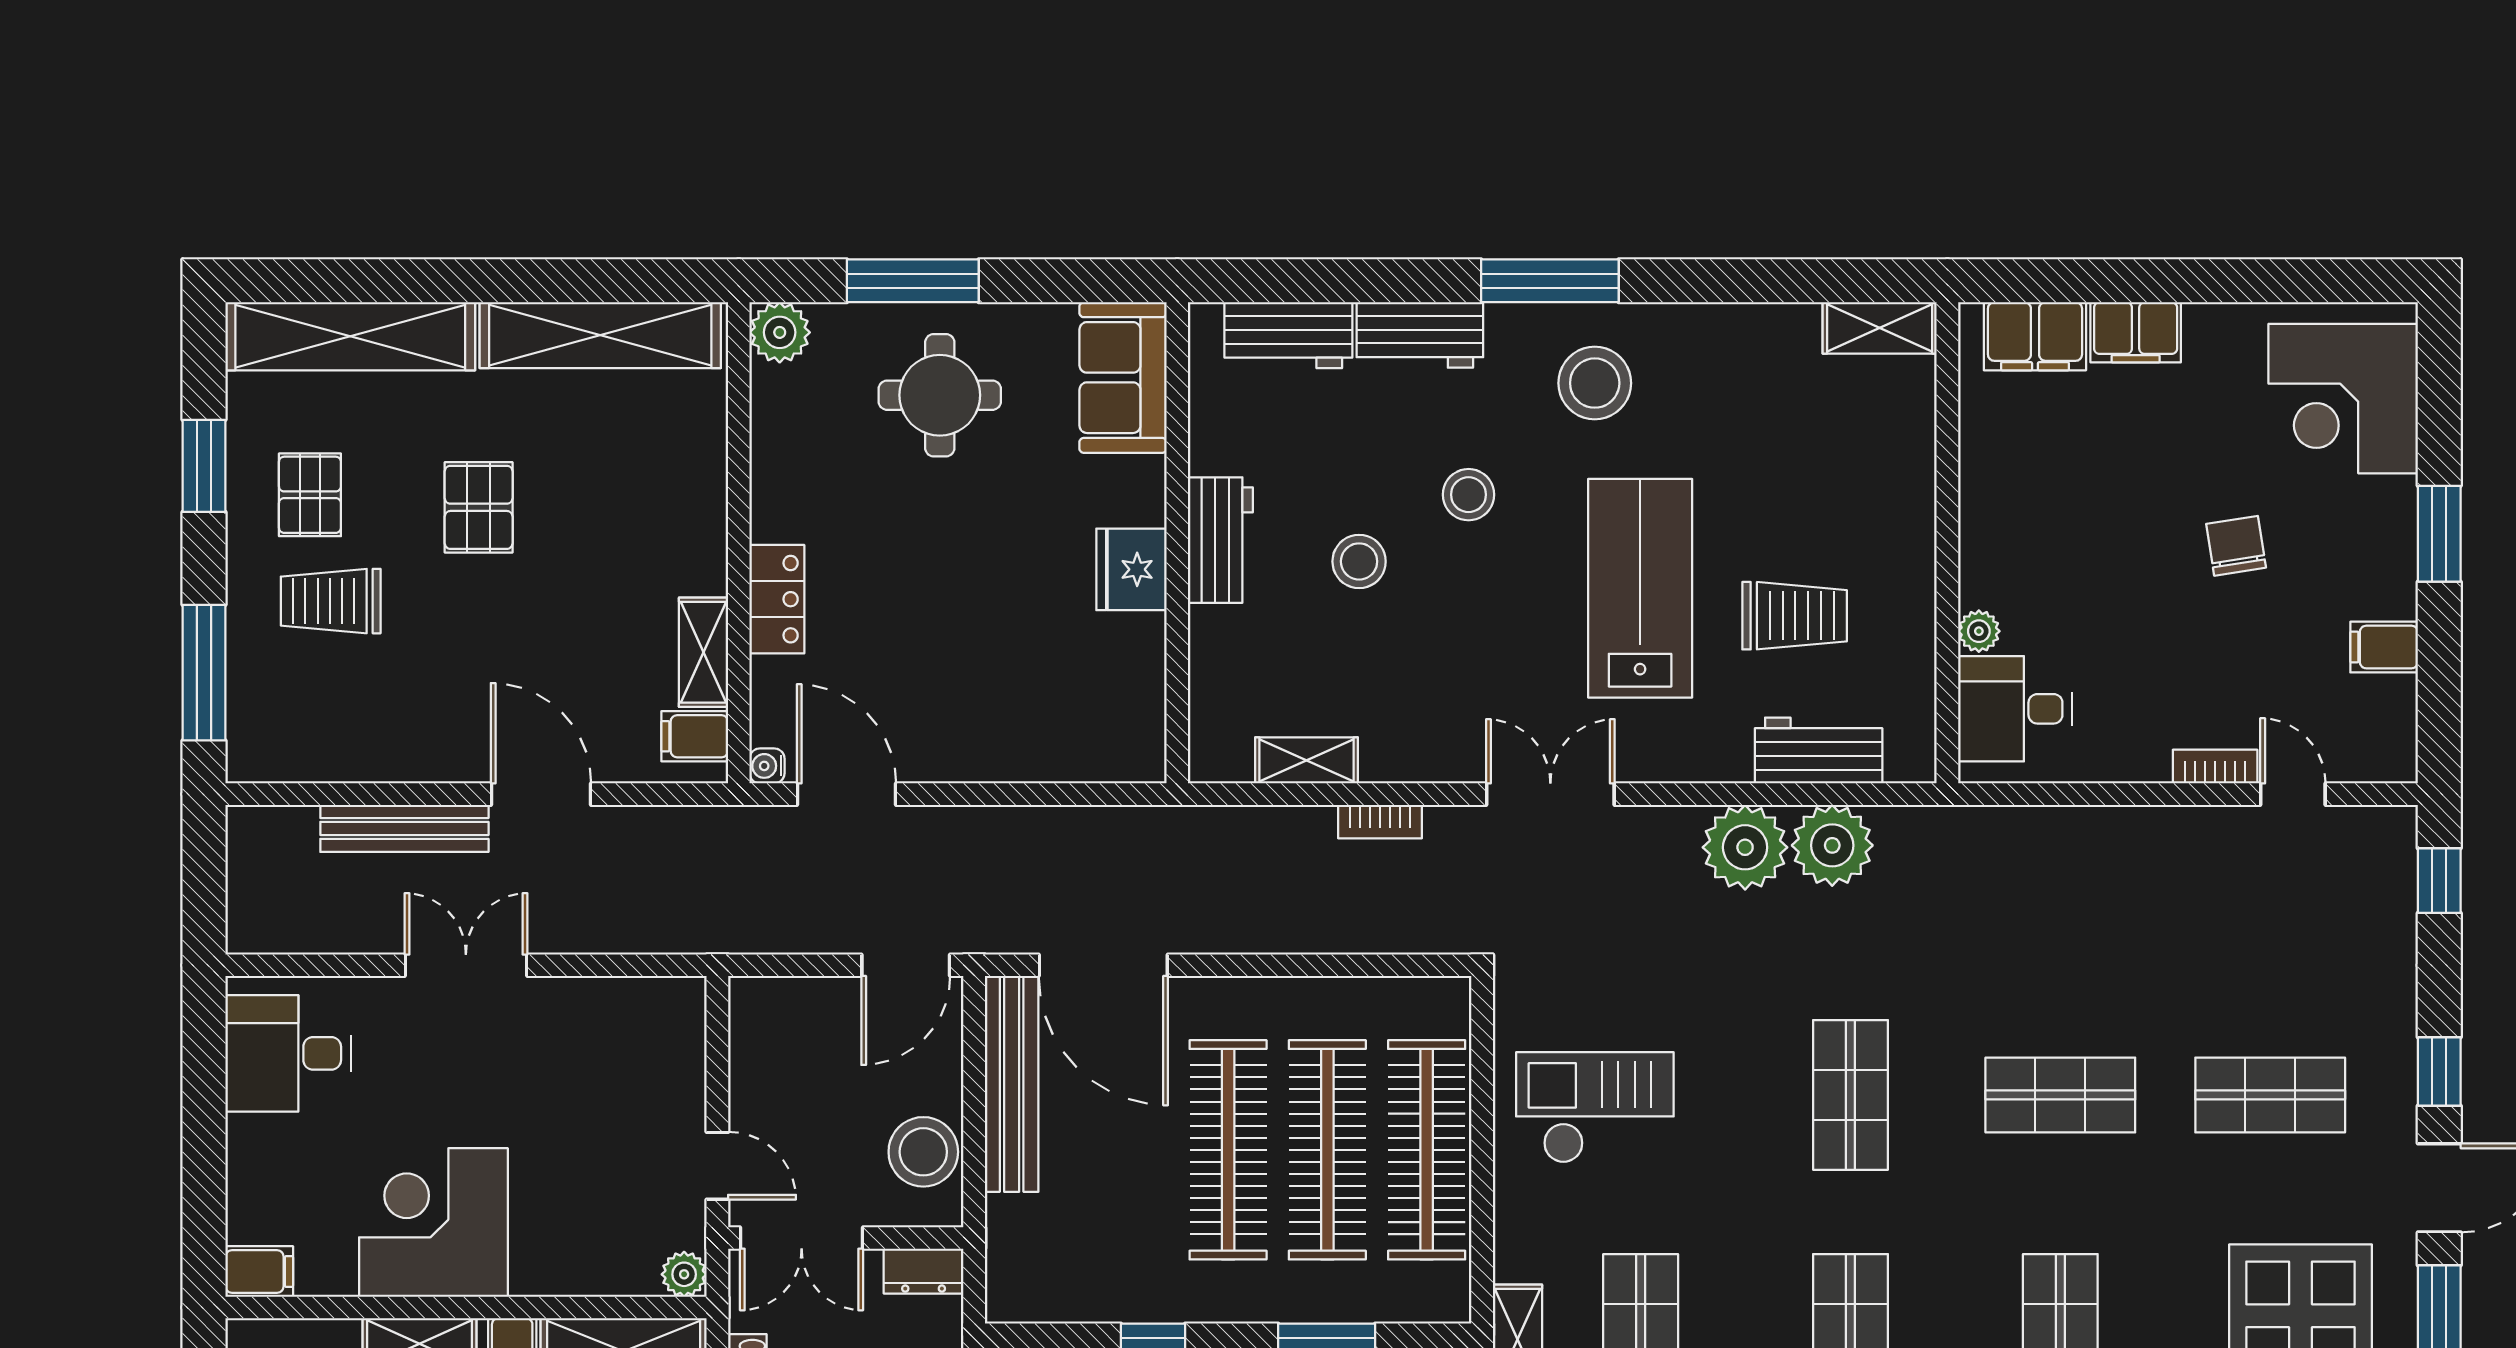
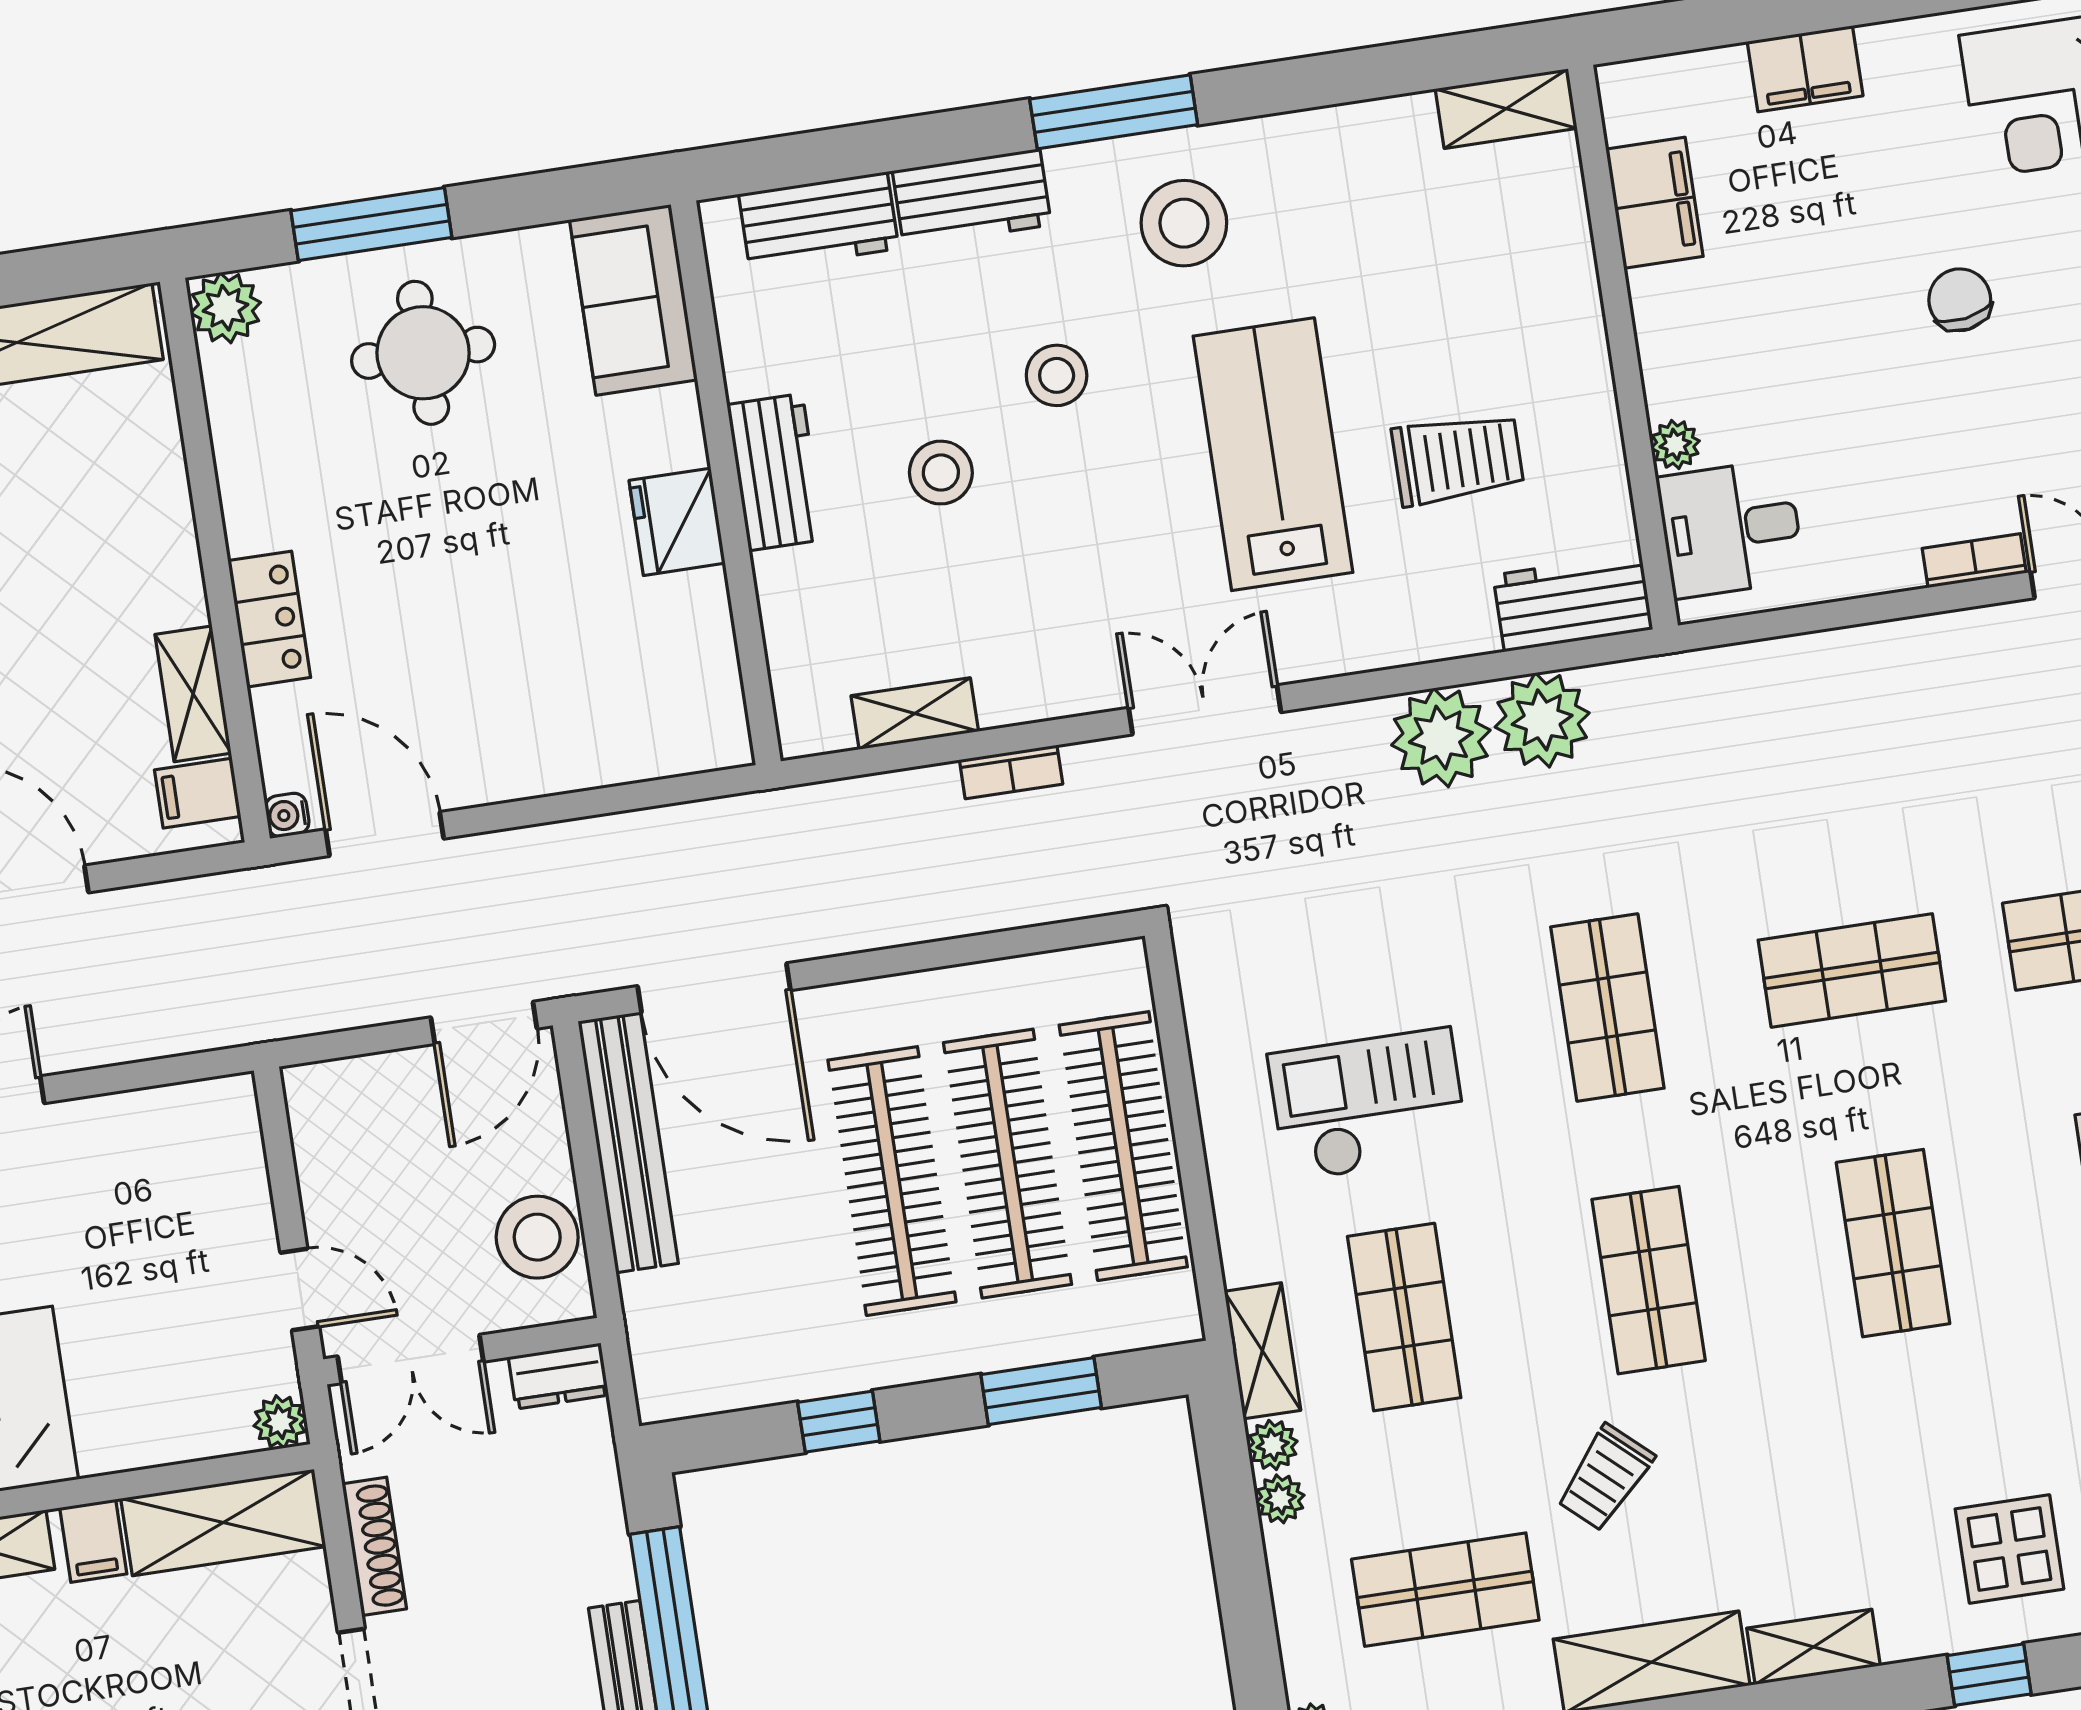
filing cabinet: (2035, 336) -> (1654, 203), moved, turned -90
workbench: (1819, 751) -> (1573, 602), moved
checkout: (1595, 1108) -> (1368, 1105), moved

